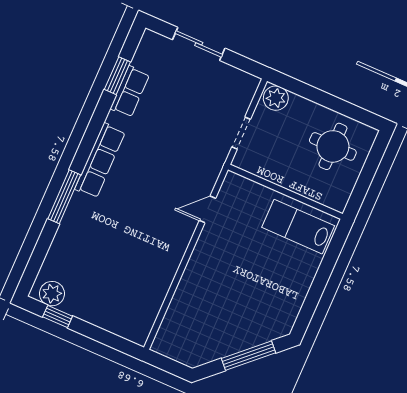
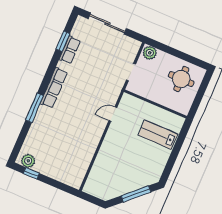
sliding door: (199, 44) -> (107, 24), width x1.37
lab bench: (298, 227) -> (158, 135), moved

